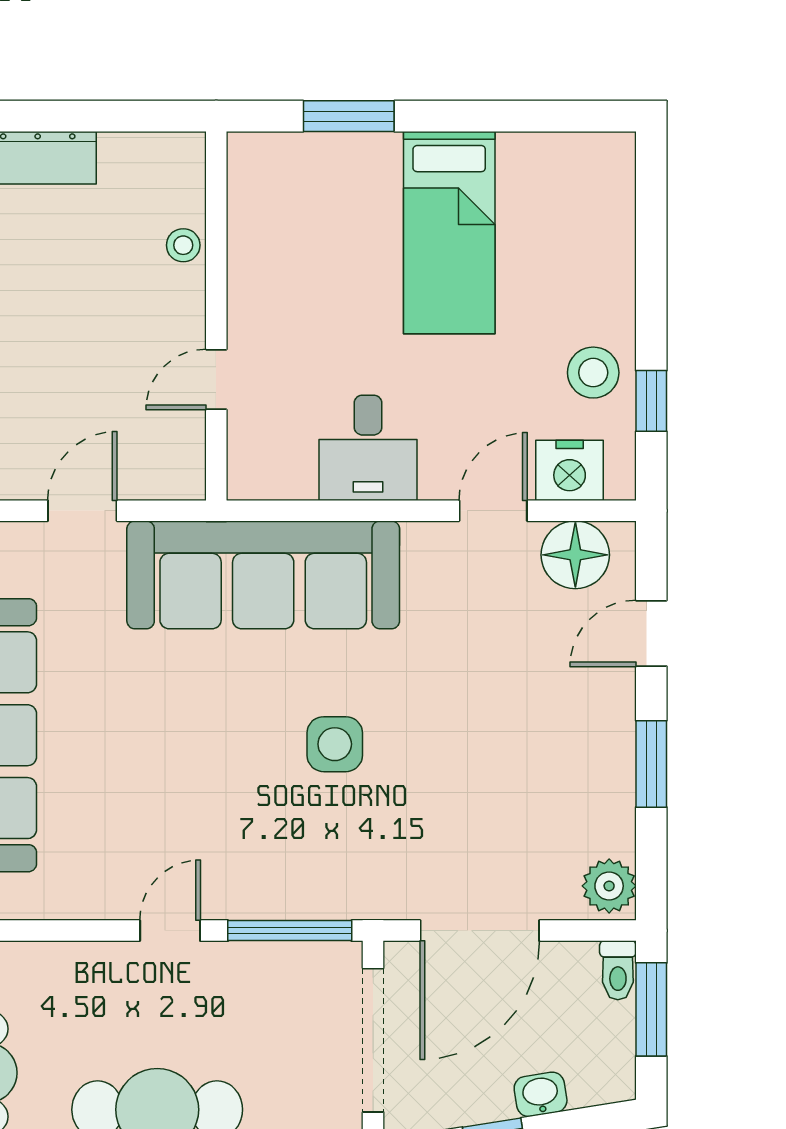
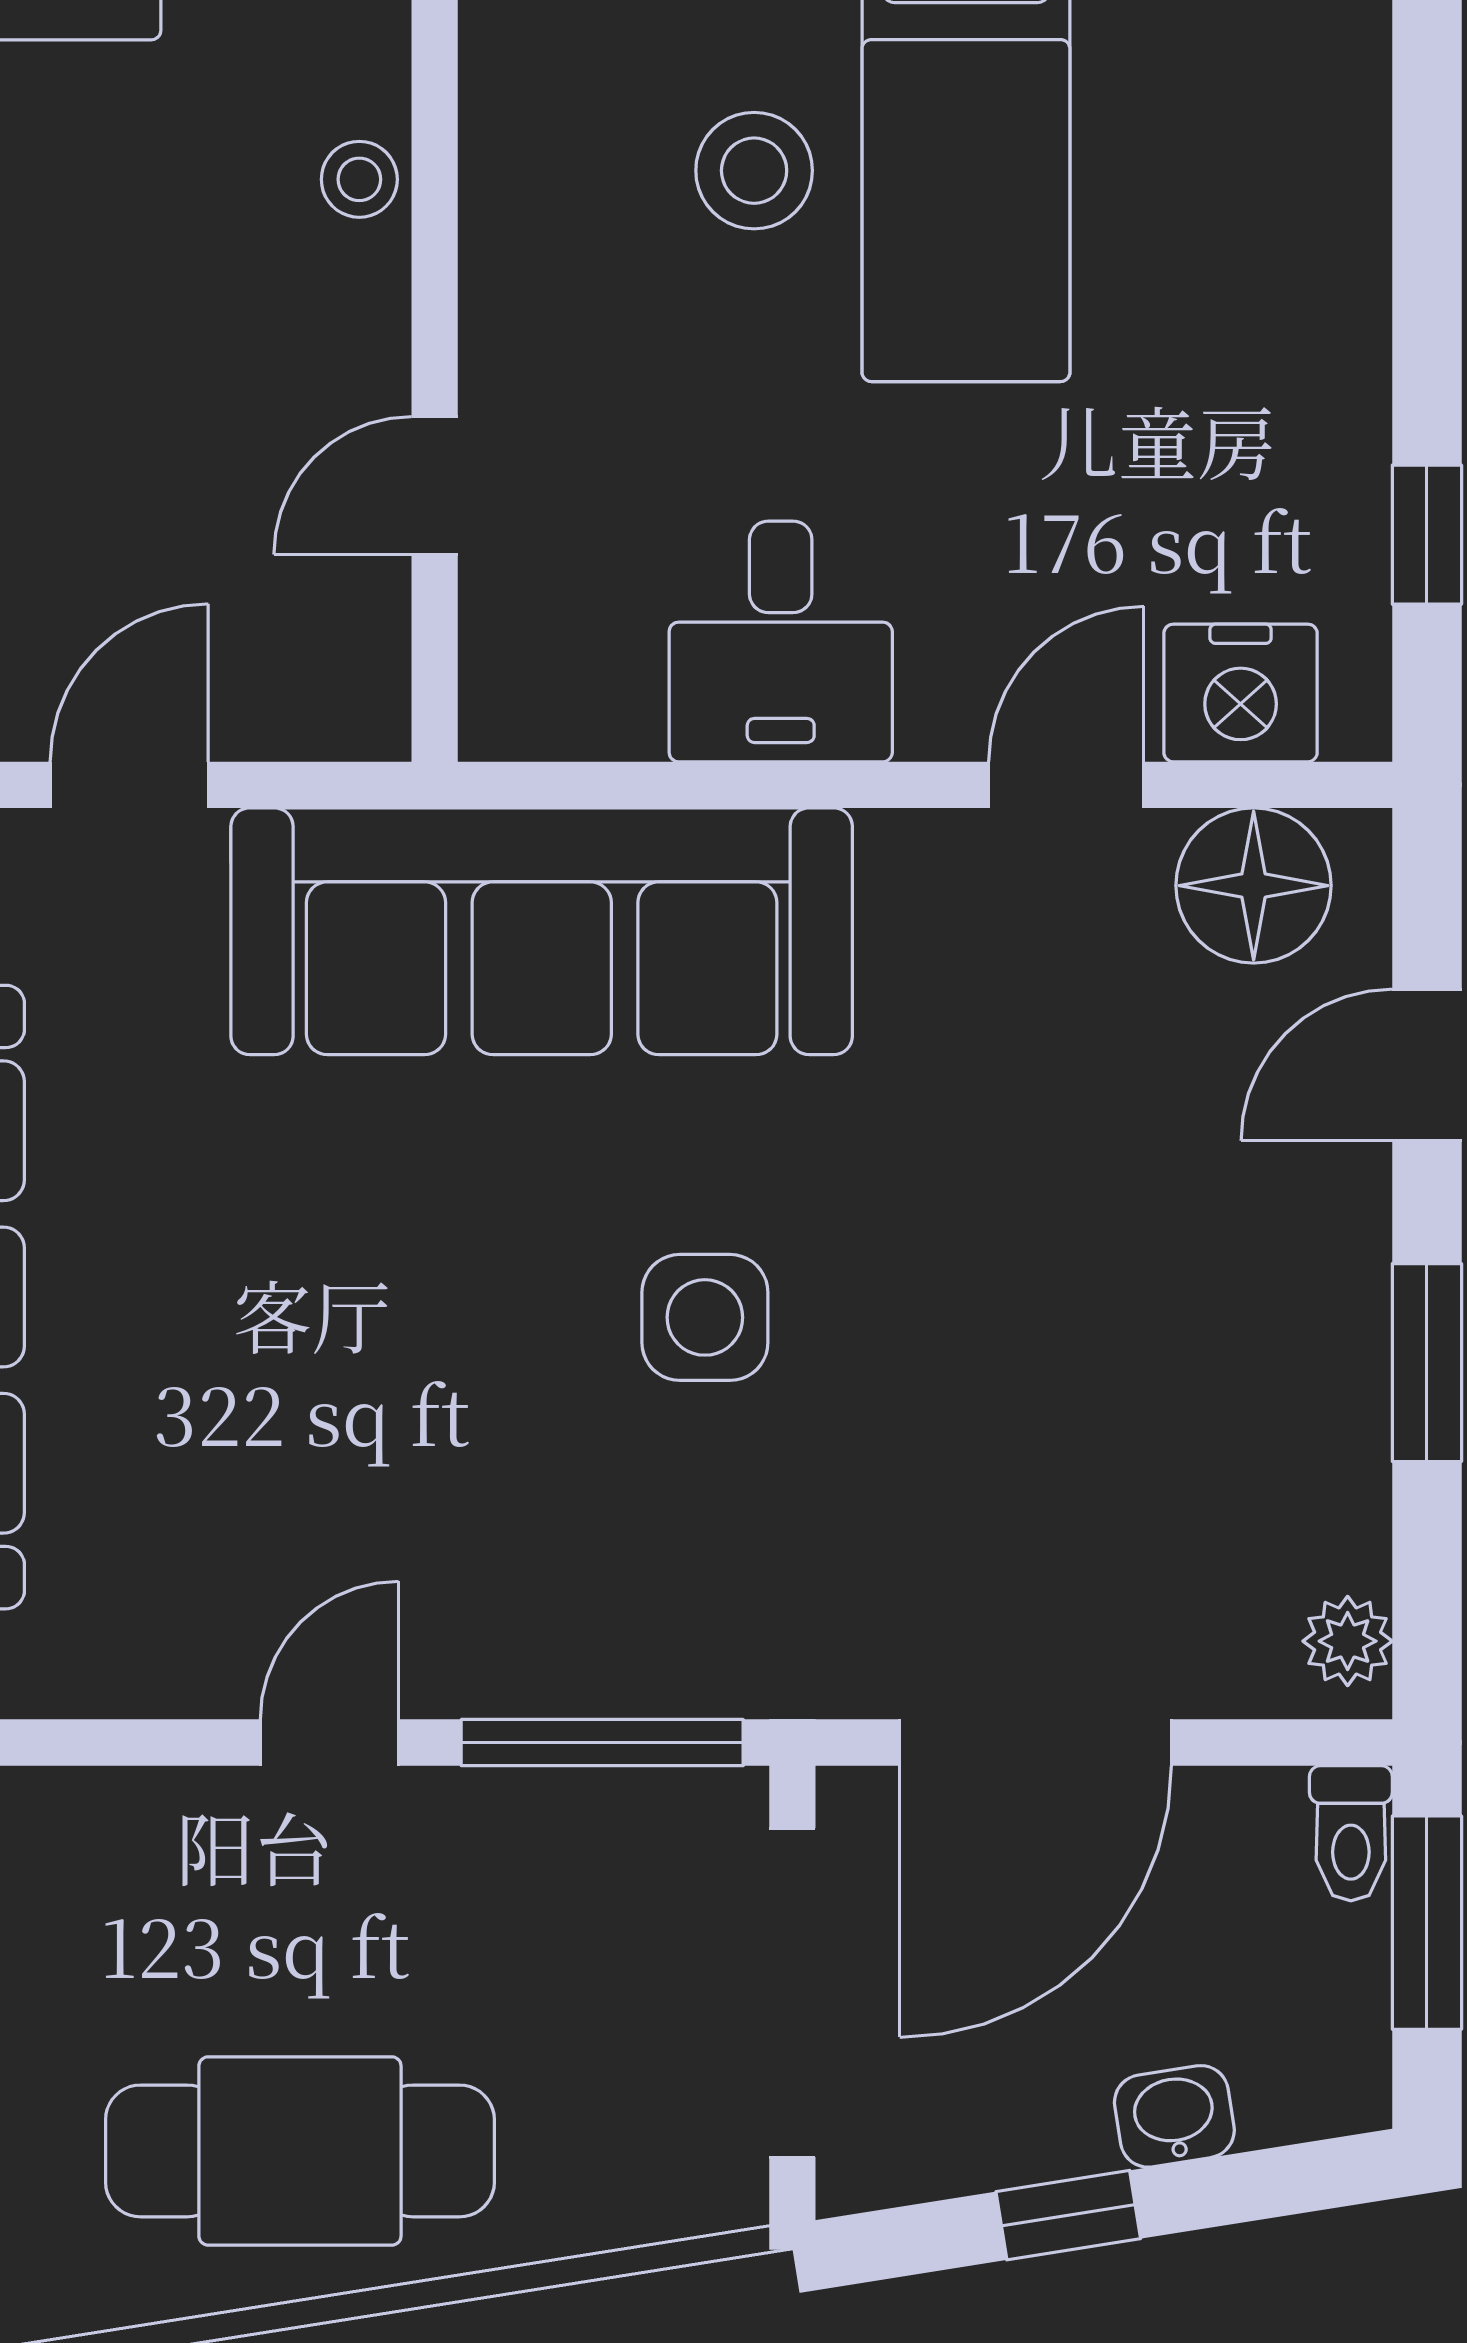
stool: (593, 373) -> (754, 171), moved
plant: (609, 886) -> (1348, 1641), width x0.73, depth x0.73

